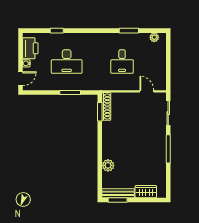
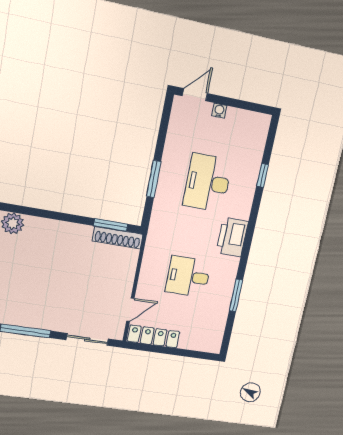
plant: (154, 37) -> (216, 334), removed
printer: (30, 48) -> (232, 237), moved, turned 90
locker: (161, 75) -> (154, 336), added
door: (21, 79) -> (195, 95), swing flipped

